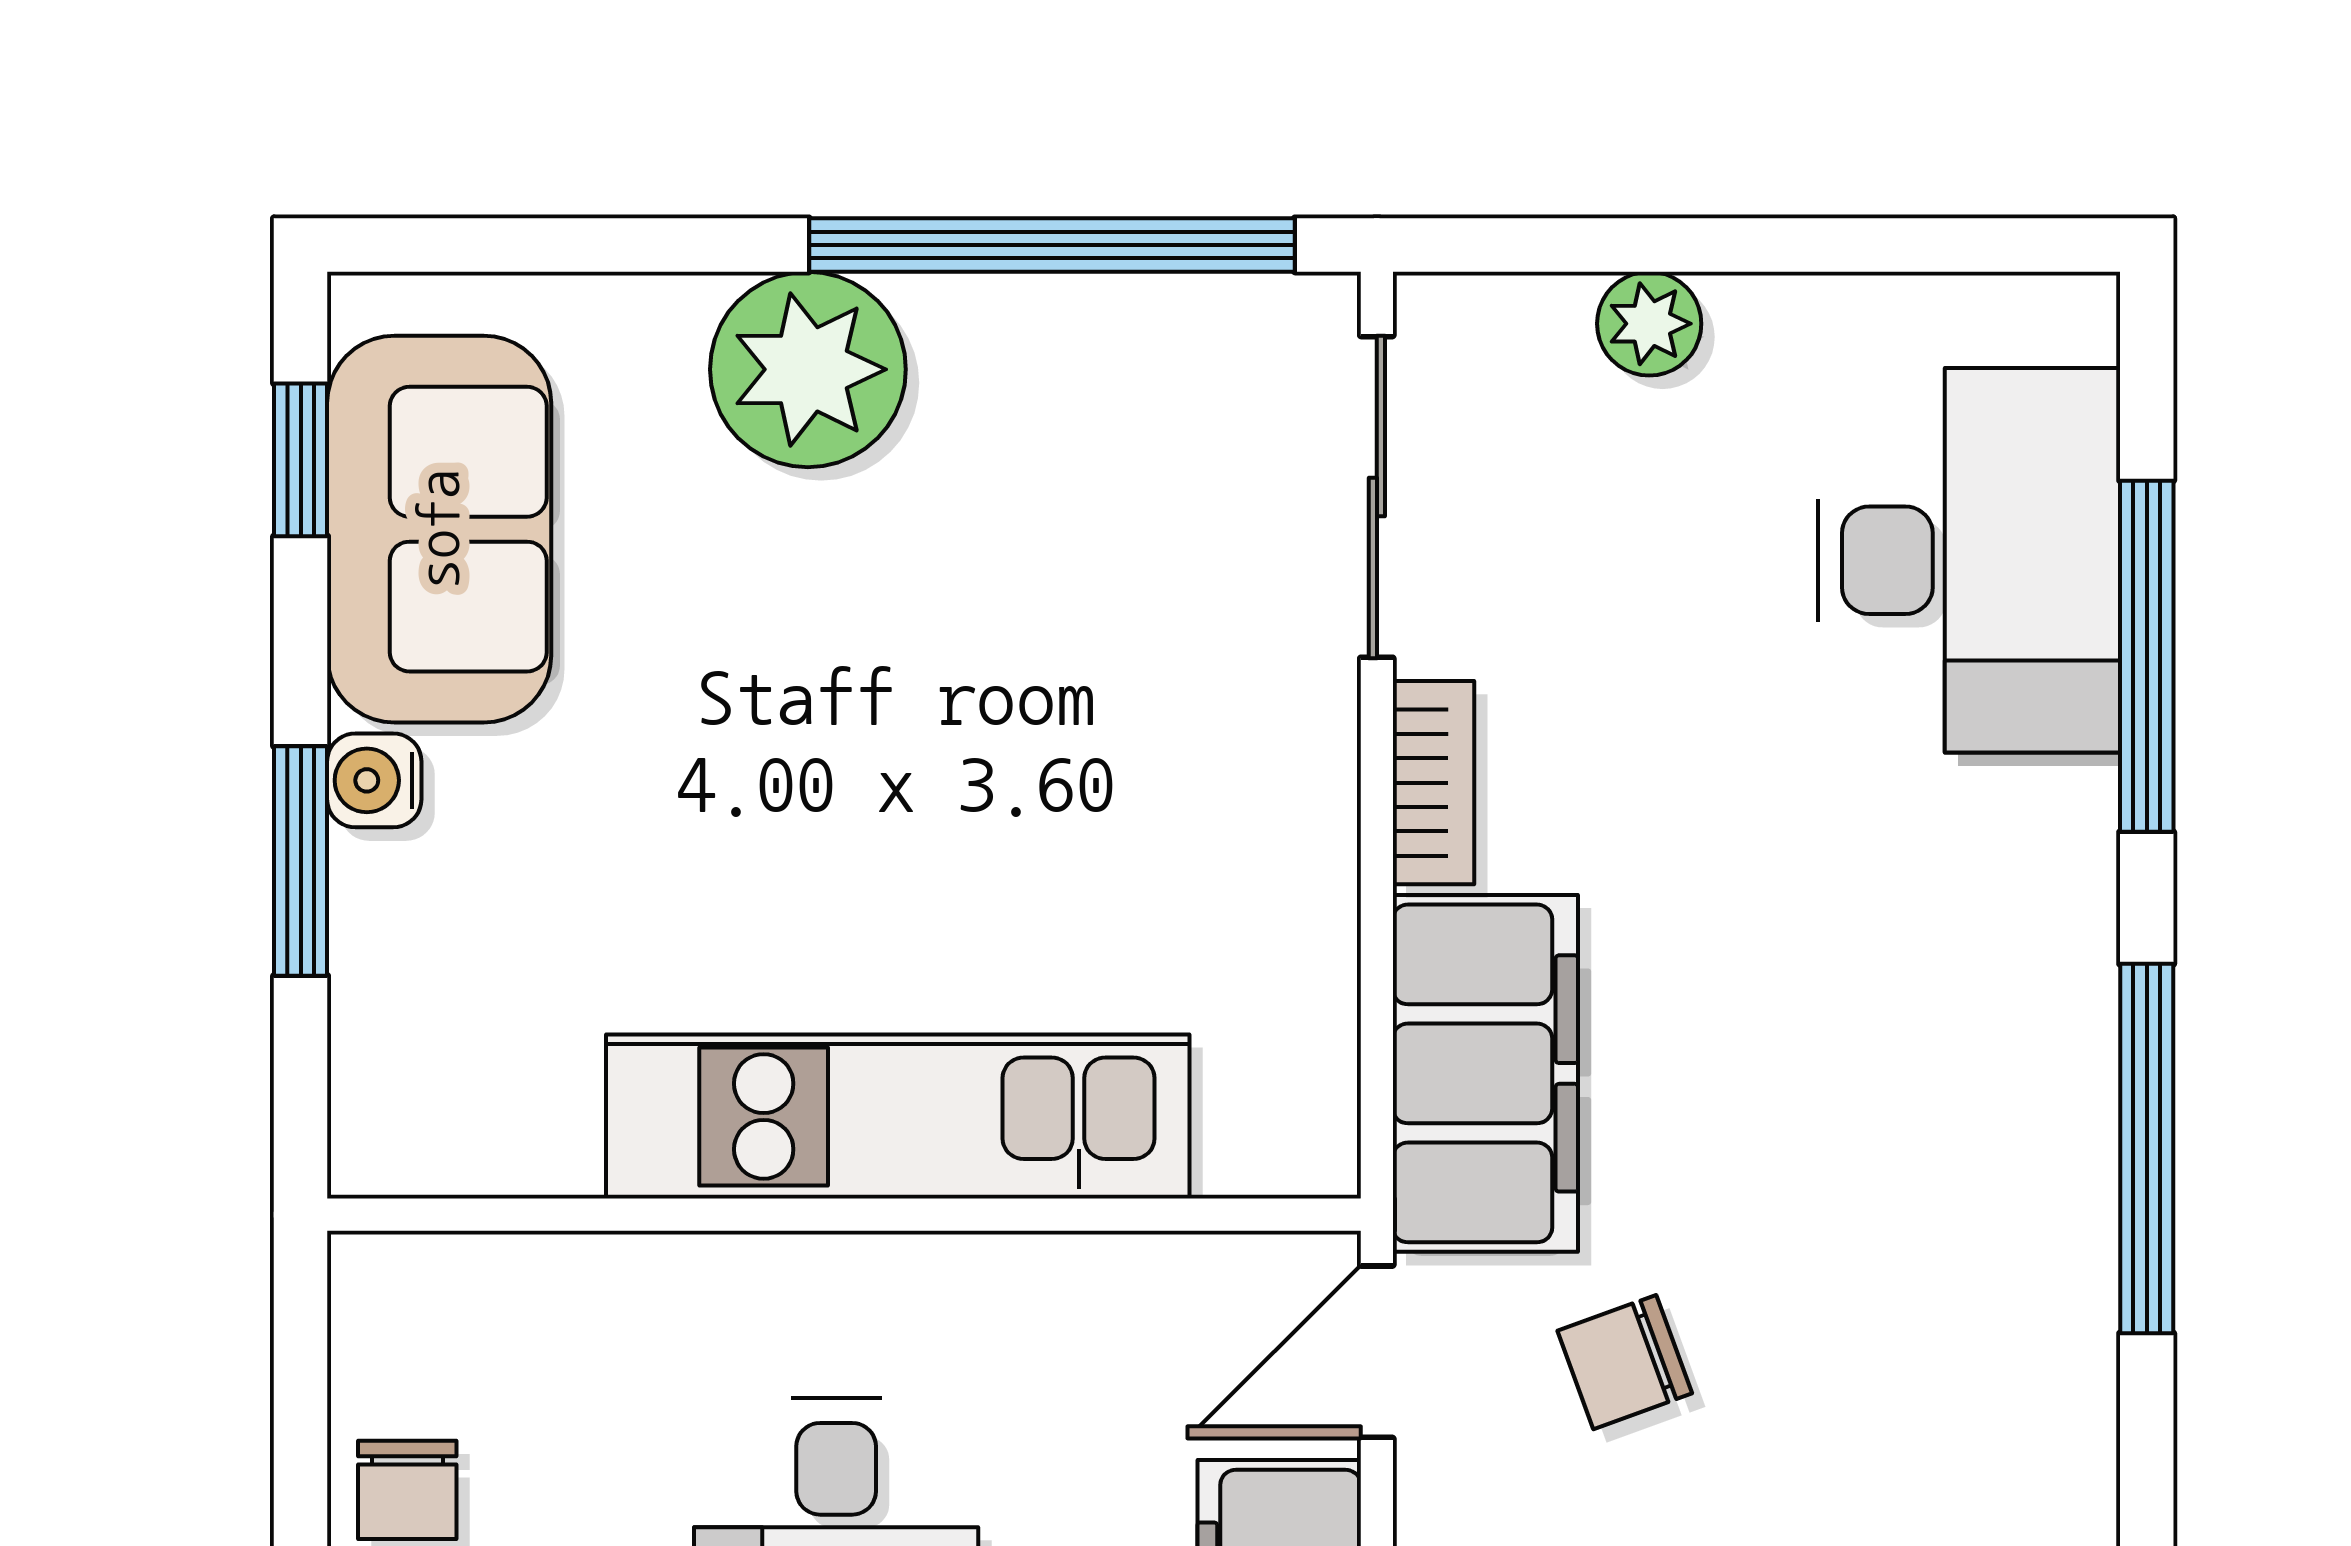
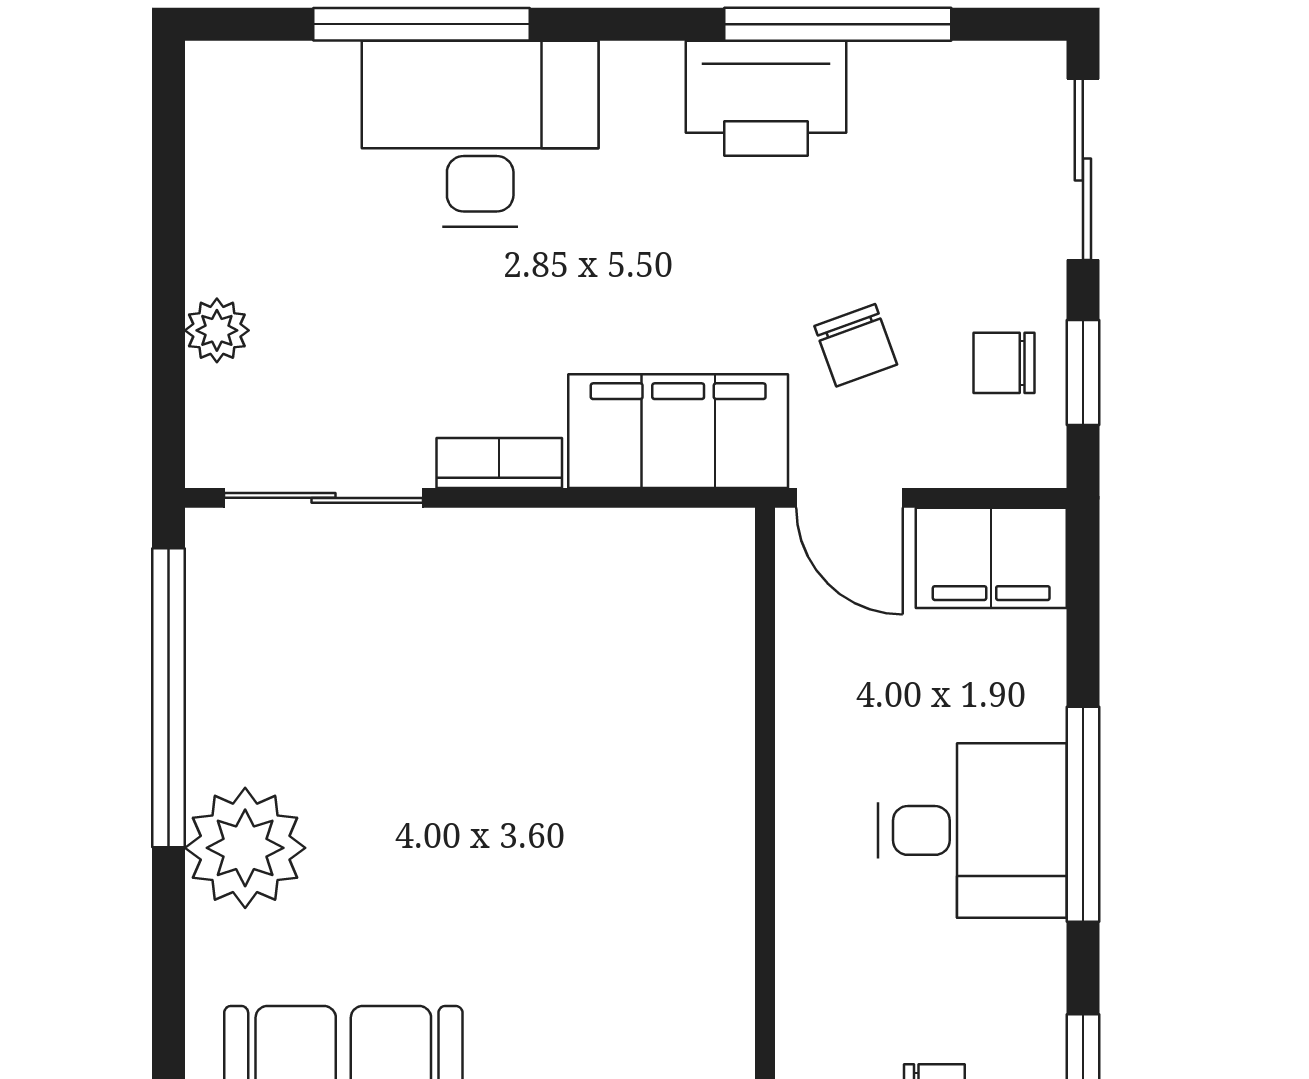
desk: (1969, 560) -> (480, 134), moved
kitchen unit: (898, 1116) -> (705, 793), removed
window: (2147, 1149) -> (838, 24), moved
printer: (2026, 1216) -> (766, 98), added

